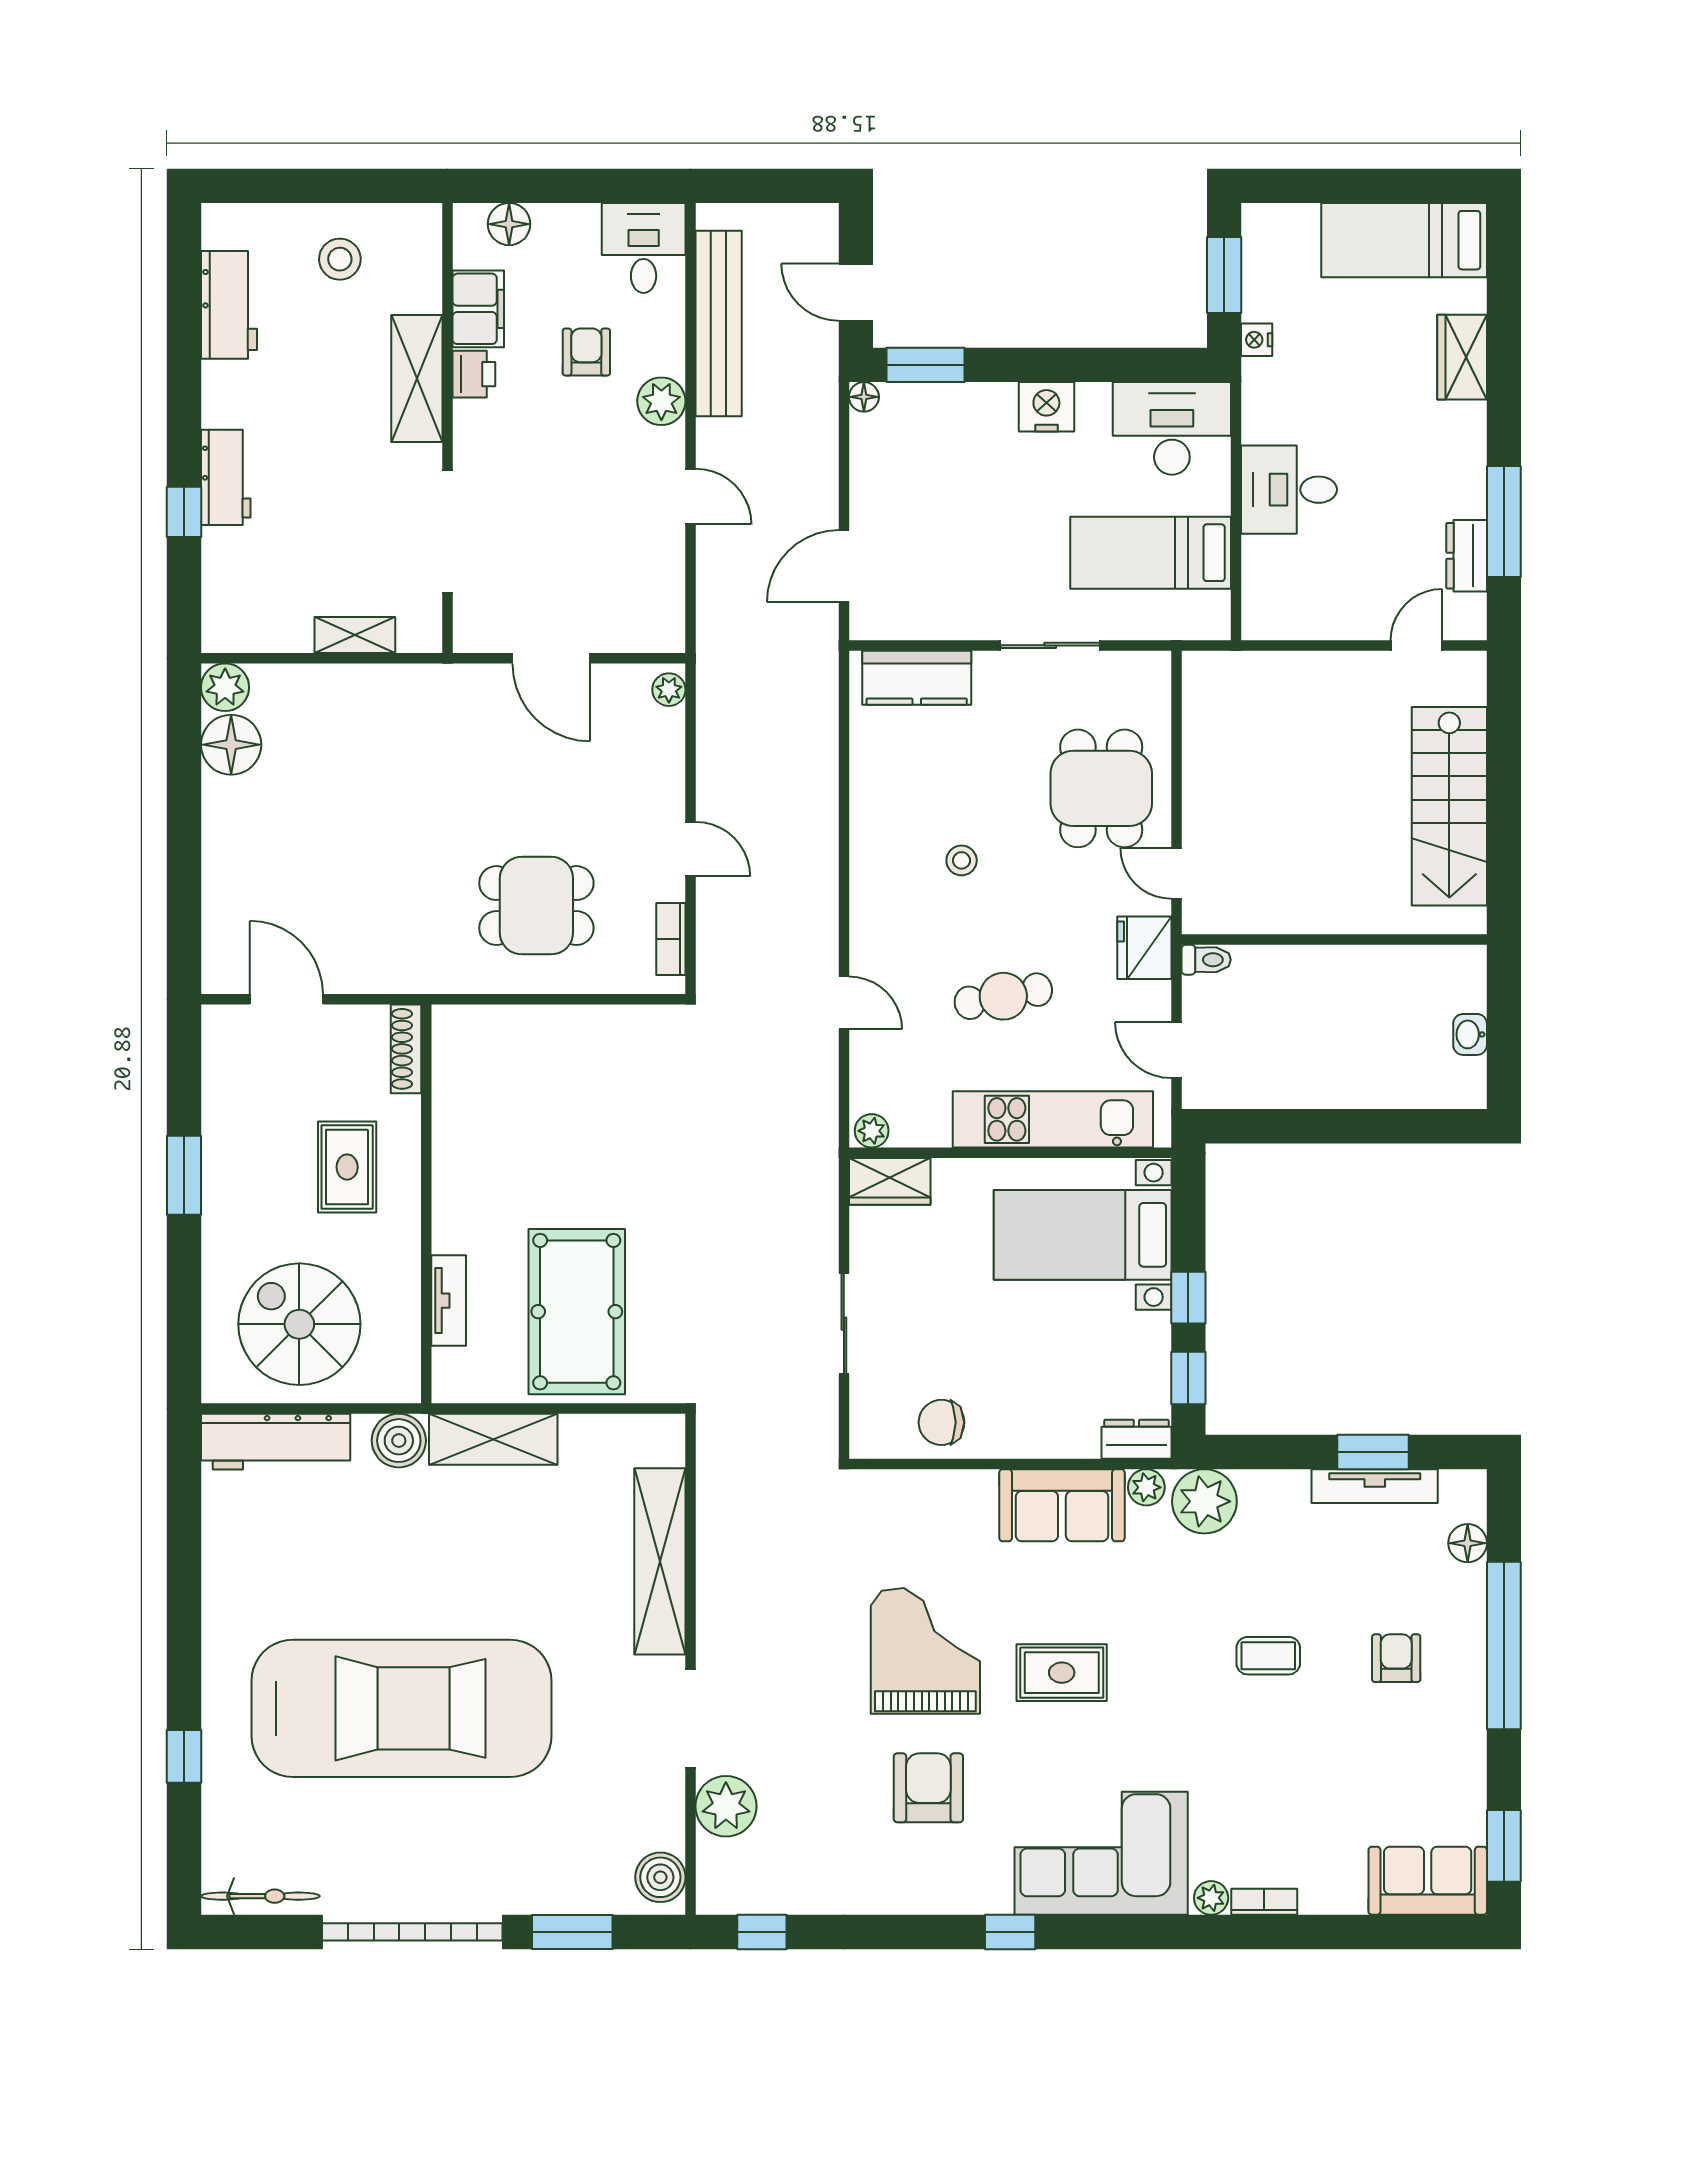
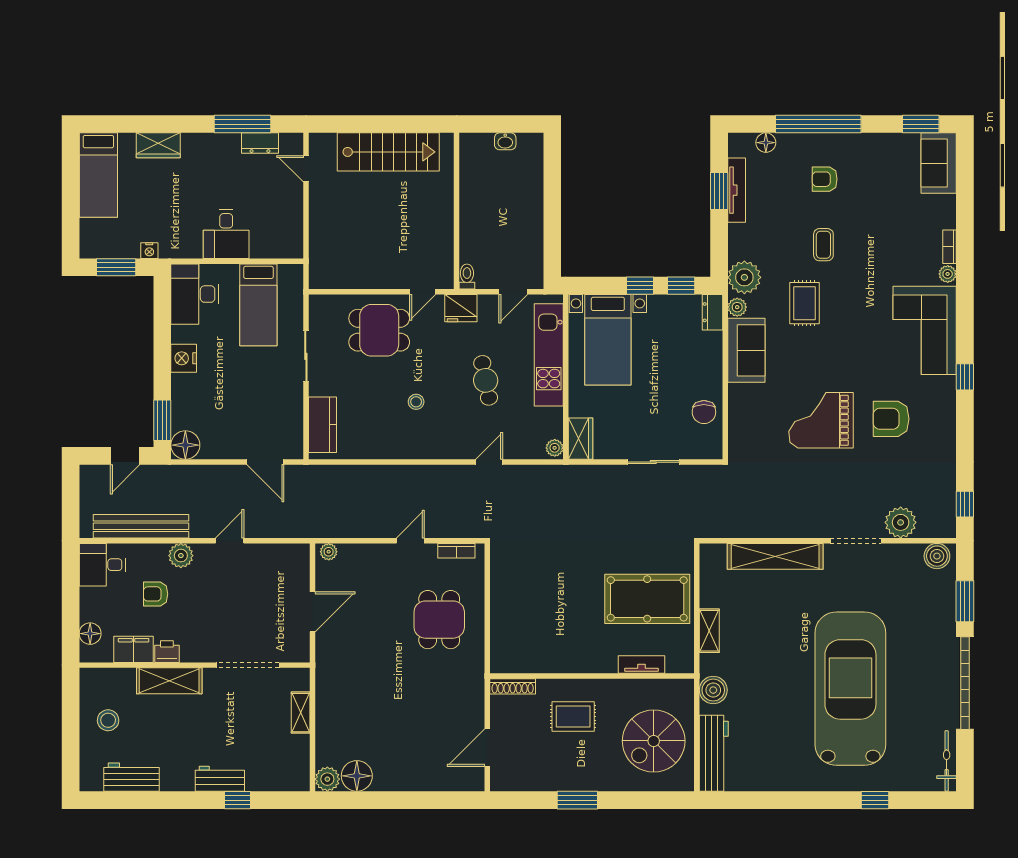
floor lamp: (864, 397) -> (185, 445), width x1.89, depth x1.89
shelving: (493, 1439) -> (709, 631), width x0.67, depth x0.75
rug: (1062, 1673) -> (805, 303), moved

